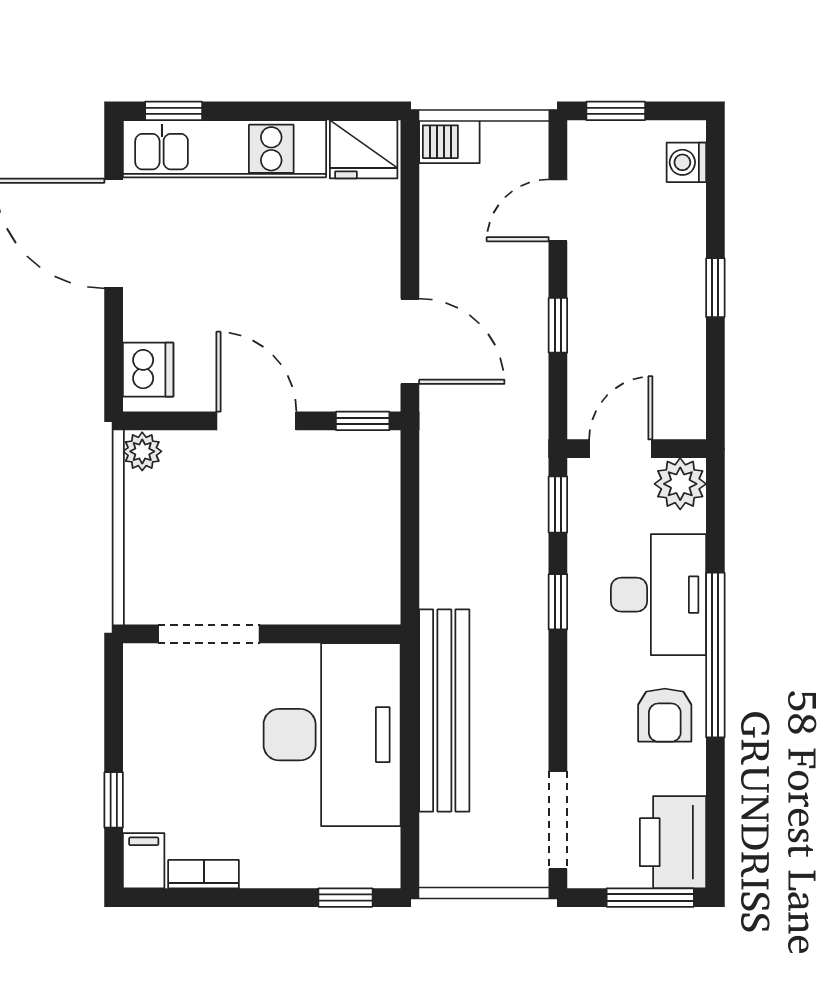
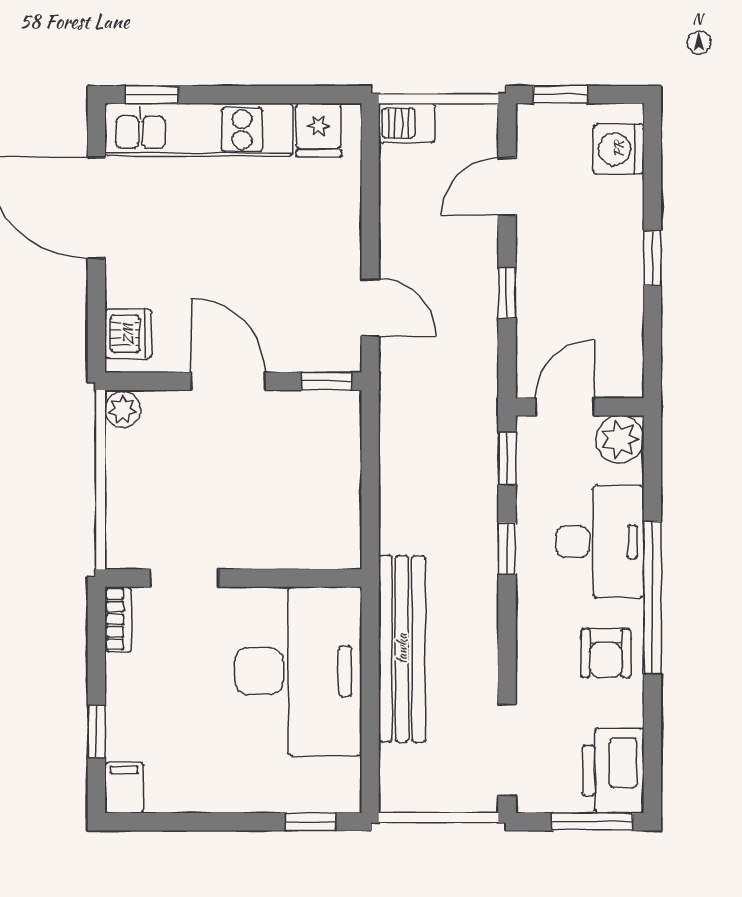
fridge: (364, 149) -> (319, 130), width x0.72
washing machine: (686, 162) -> (619, 149), width x1.38, depth x1.38
door: (410, 341) -> (370, 308), width x0.73
doorway: (209, 634) -> (184, 578), width x0.73
bookcase: (204, 874) -> (118, 619), moved, turned 90

